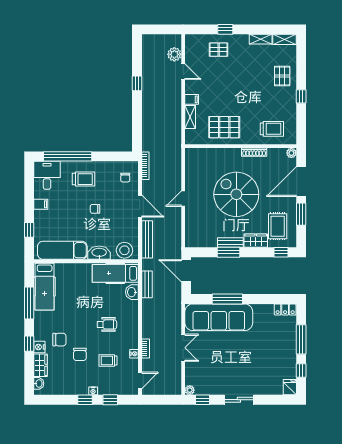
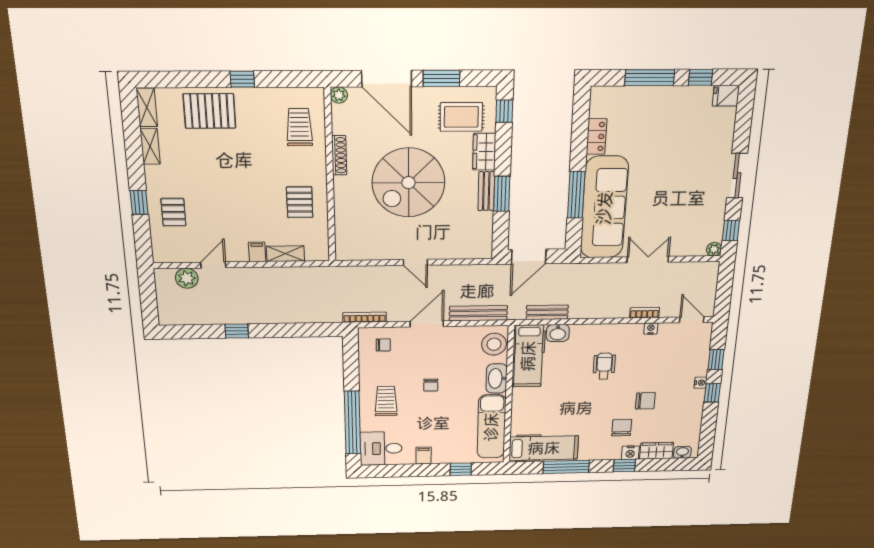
pallet: (282, 76) -> (209, 111), width x1.50, depth x1.42
pallet: (224, 127) -> (300, 202), width x0.67, depth x0.71
locker: (285, 310) -> (597, 137), moved
trolley: (108, 361) -> (658, 364), removed

